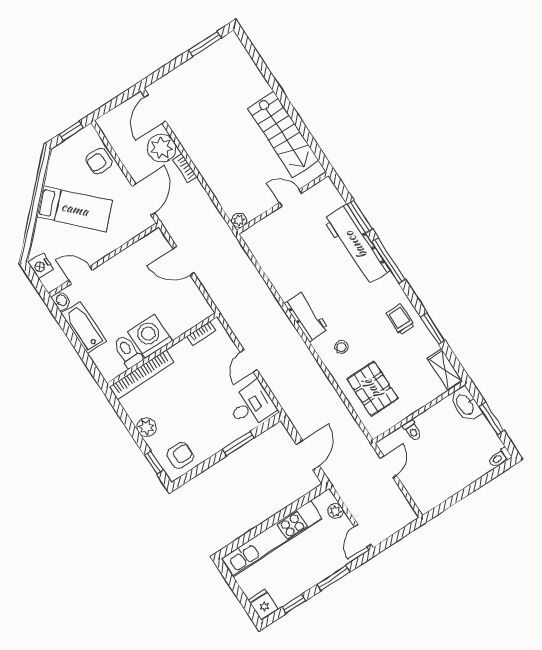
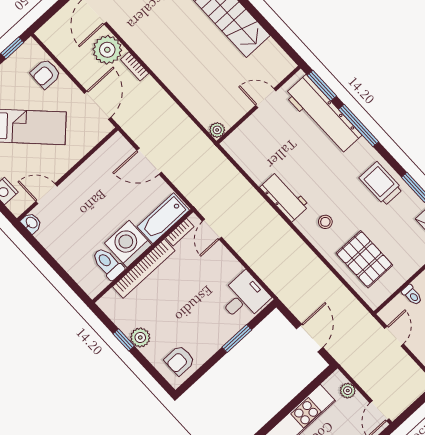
door: (290, 198) -> (266, 98), moved
wall: (283, 203) -> (259, 105), moved
plant: (239, 220) -> (217, 130), moved
trolley: (400, 319) -> (381, 184), width x1.36, depth x1.39
bathtub: (84, 327) -> (163, 218), moved, turned -90
door: (249, 361) -> (212, 229), moved
bookcase: (142, 375) -> (144, 269), moved
armchair: (180, 455) -> (180, 360), turned 180
window: (154, 463) -> (124, 340), moved

